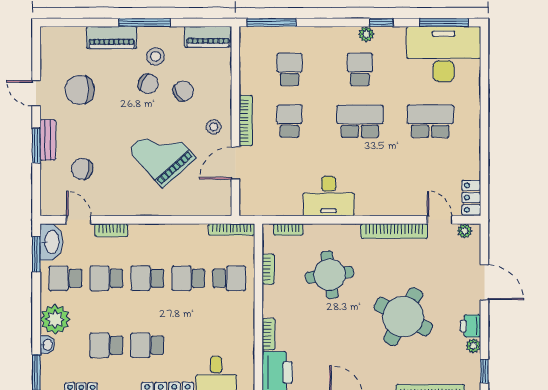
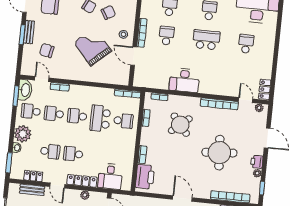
school desk: (430, 121) -> (246, 44), width x0.54
door: (235, 163) -> (134, 56), hinge flipped
round table: (330, 275) -> (180, 125), turned -32
school desk: (188, 278) -> (100, 118), width x1.85
round table: (403, 317) -> (219, 153), turned -32
school desk: (106, 345) -> (50, 151), turned 180

